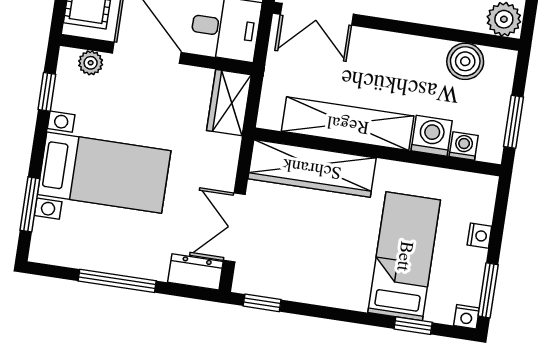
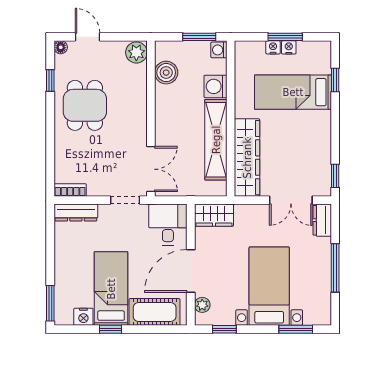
washing machine: (464, 146) -> (219, 50), moved
window: (488, 290) -> (285, 37), moved
nightstand: (466, 317) -> (289, 47), moved, turned -90

